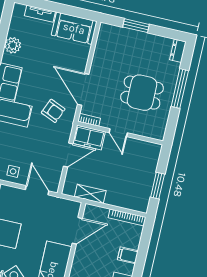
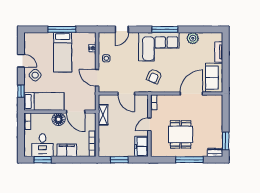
window: (136, 26) -> (226, 141), moved
door: (83, 89) -> (191, 94), moved
freezer: (89, 137) -> (142, 146), moved
door: (37, 190) -> (97, 78), swing flipped
filing cabinet: (128, 255) -> (67, 150), width x2.00
floor lamp: (82, 257) -> (59, 119), added

